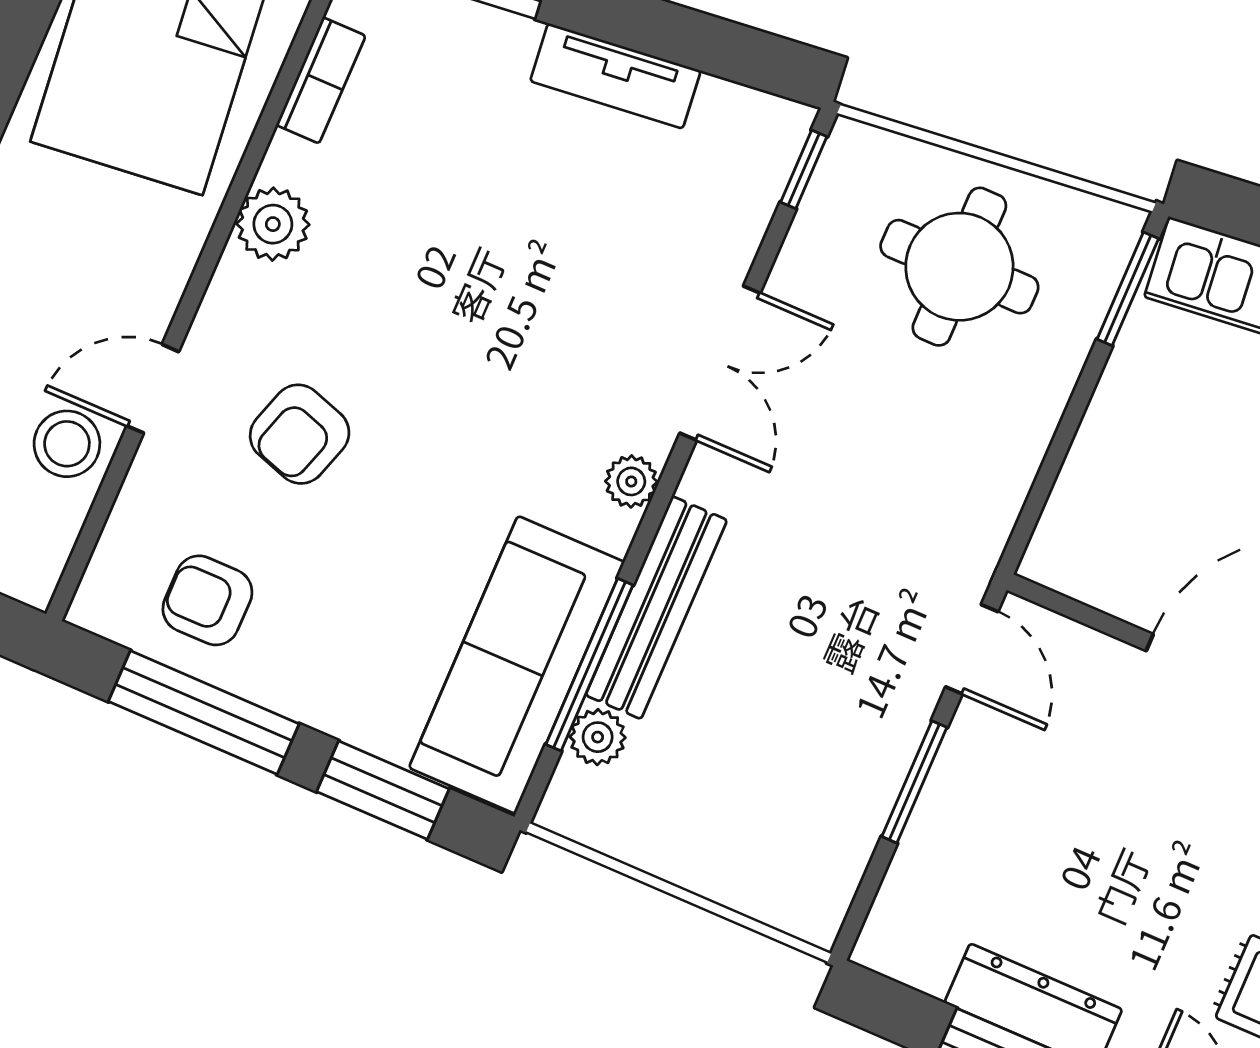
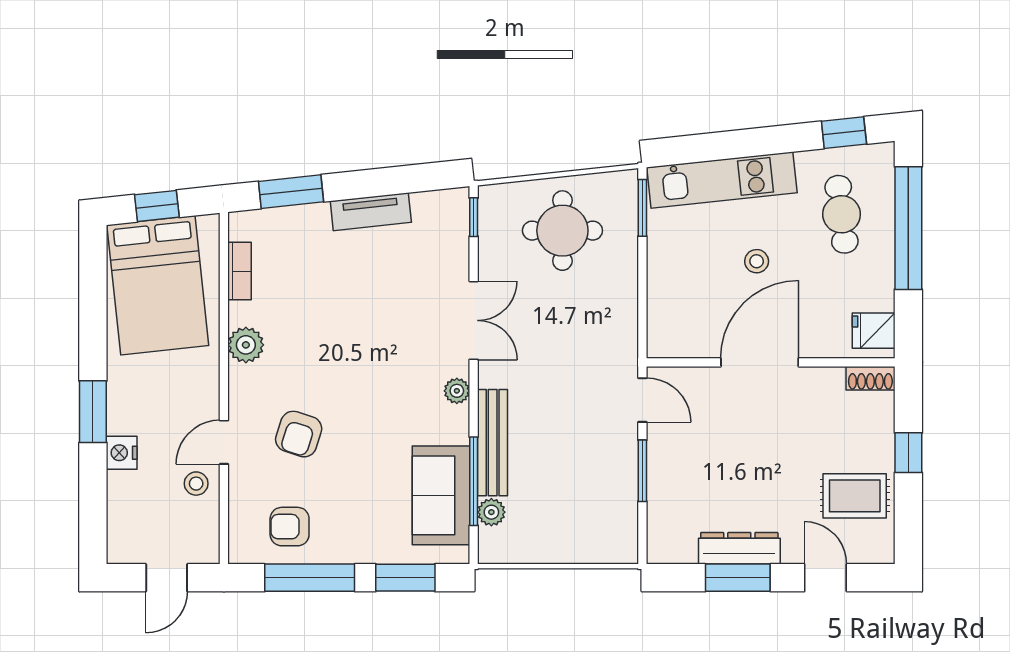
stool: (67, 444) -> (196, 484), width x0.73, depth x0.73
sofa: (517, 665) -> (441, 495), width x0.73

